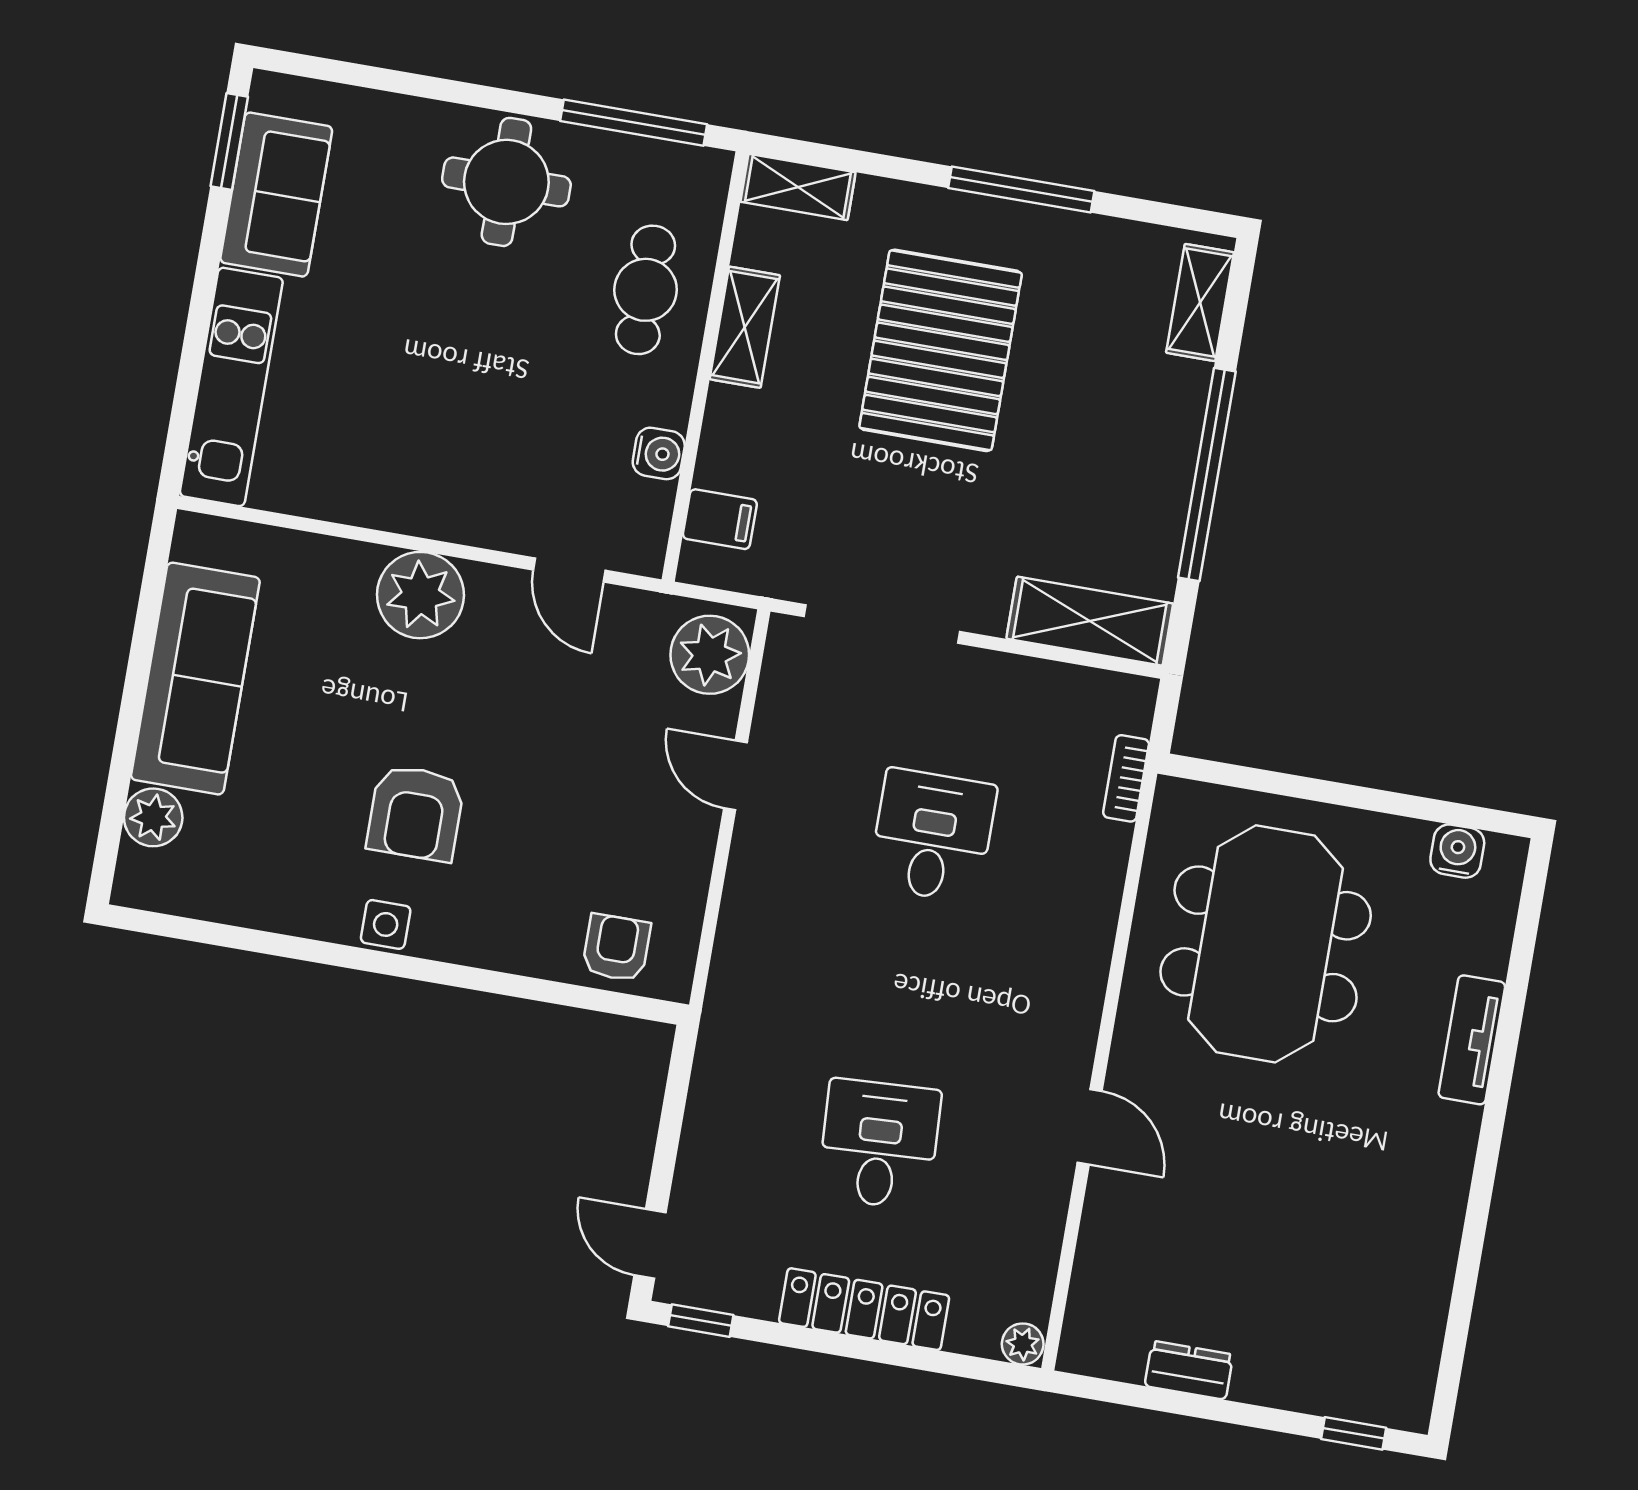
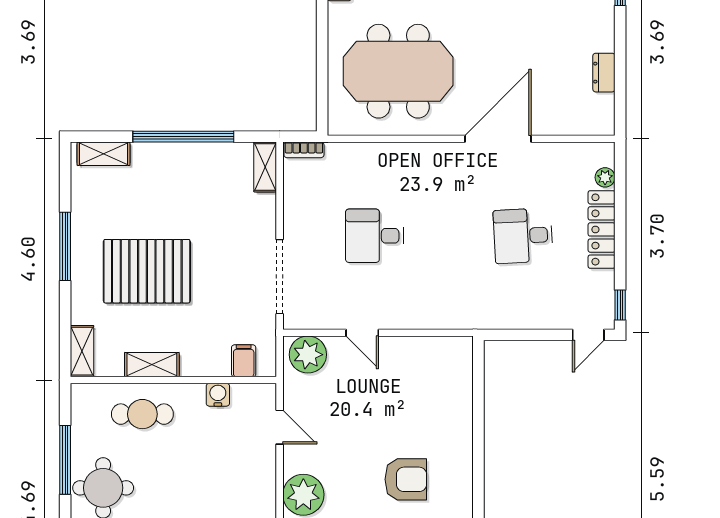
window: (634, 123) -> (65, 460), moved
door: (569, 570) -> (280, 427), hinge flipped
shelving: (1090, 621) -> (265, 167), width x0.67, depth x0.75
door: (735, 775) -> (362, 333), hinge flipped
bookcase: (1126, 778) -> (304, 150), moved
side table: (386, 924) -> (460, 484), removed
armchair: (616, 948) -> (453, 375), removed
door: (1090, 1127) -> (498, 139), width x1.88
plant: (1023, 1344) -> (605, 177), moved

